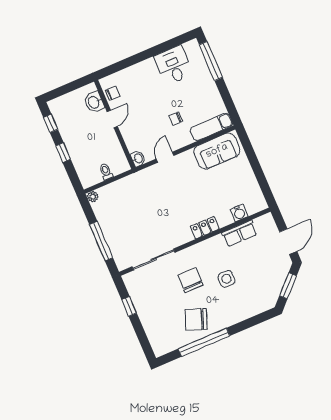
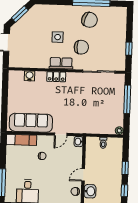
sofa: (217, 151) -> (31, 123), width x1.36
row of seats: (240, 233) -> (61, 63), moved
chair: (190, 280) -> (81, 47), turned -90

